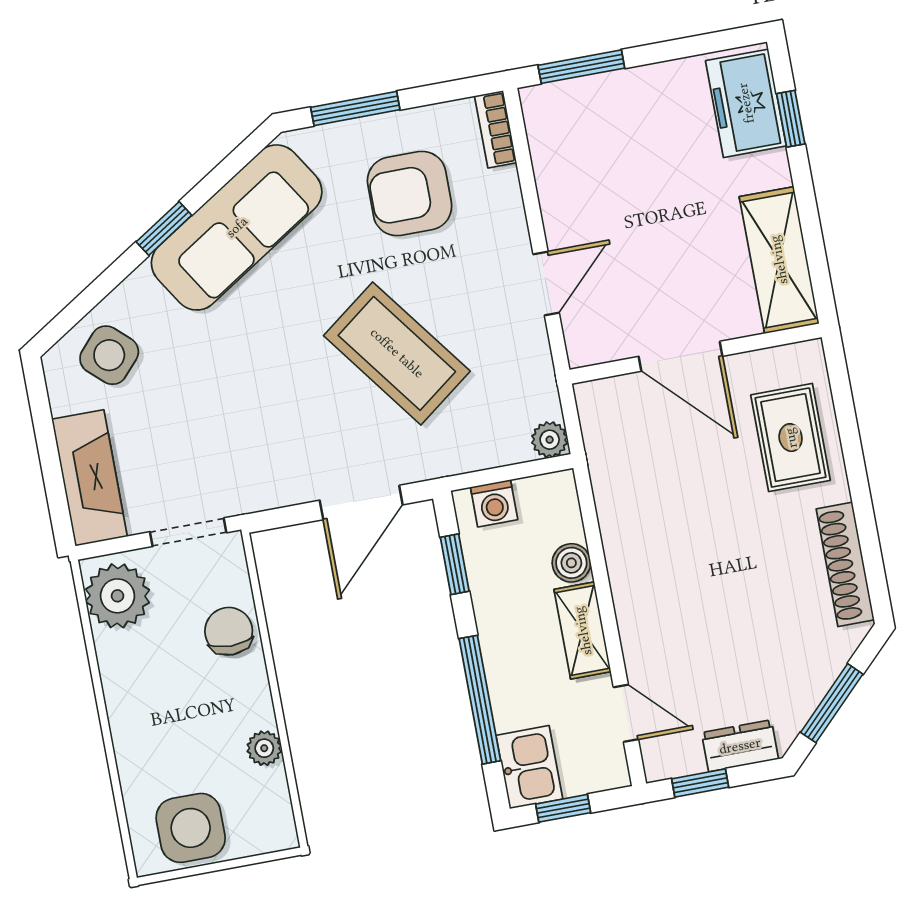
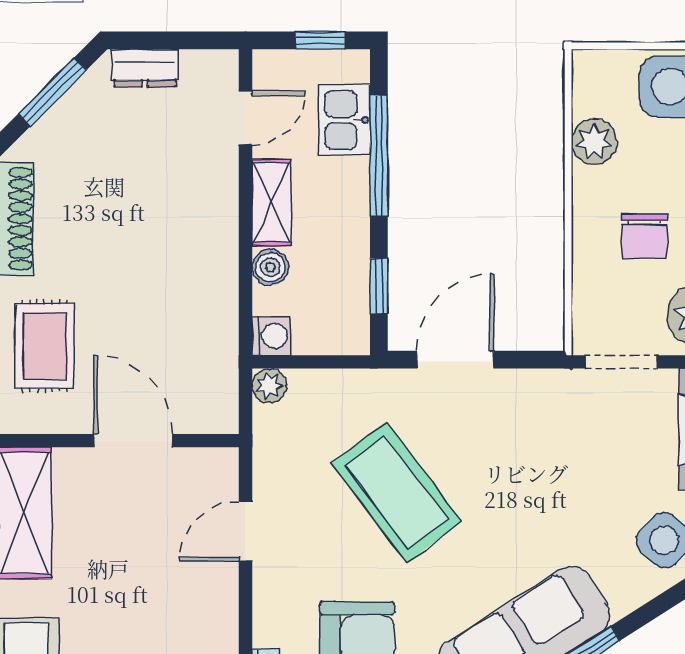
washing machine: (494, 503) -> (271, 336), moved, turned 90
chair: (229, 631) -> (644, 236), moved
door: (626, 713) -> (246, 118), swing flipped
plant: (264, 748) -> (594, 142), width x1.38, depth x1.38
kitchen sink: (529, 767) -> (345, 120), moved
window: (700, 783) -> (188, 40), removed

